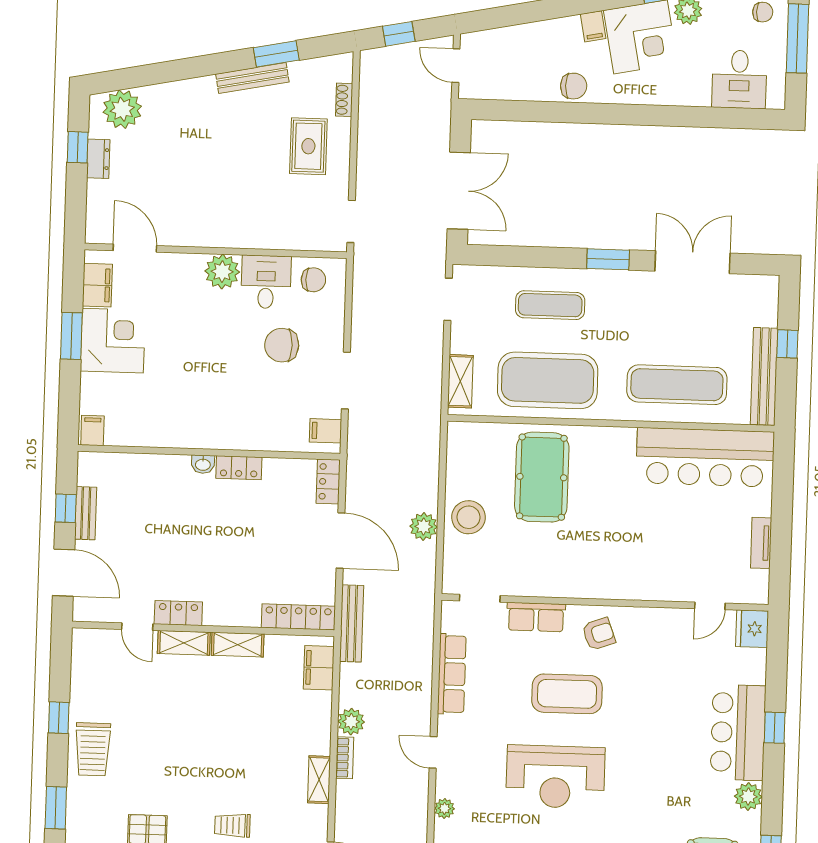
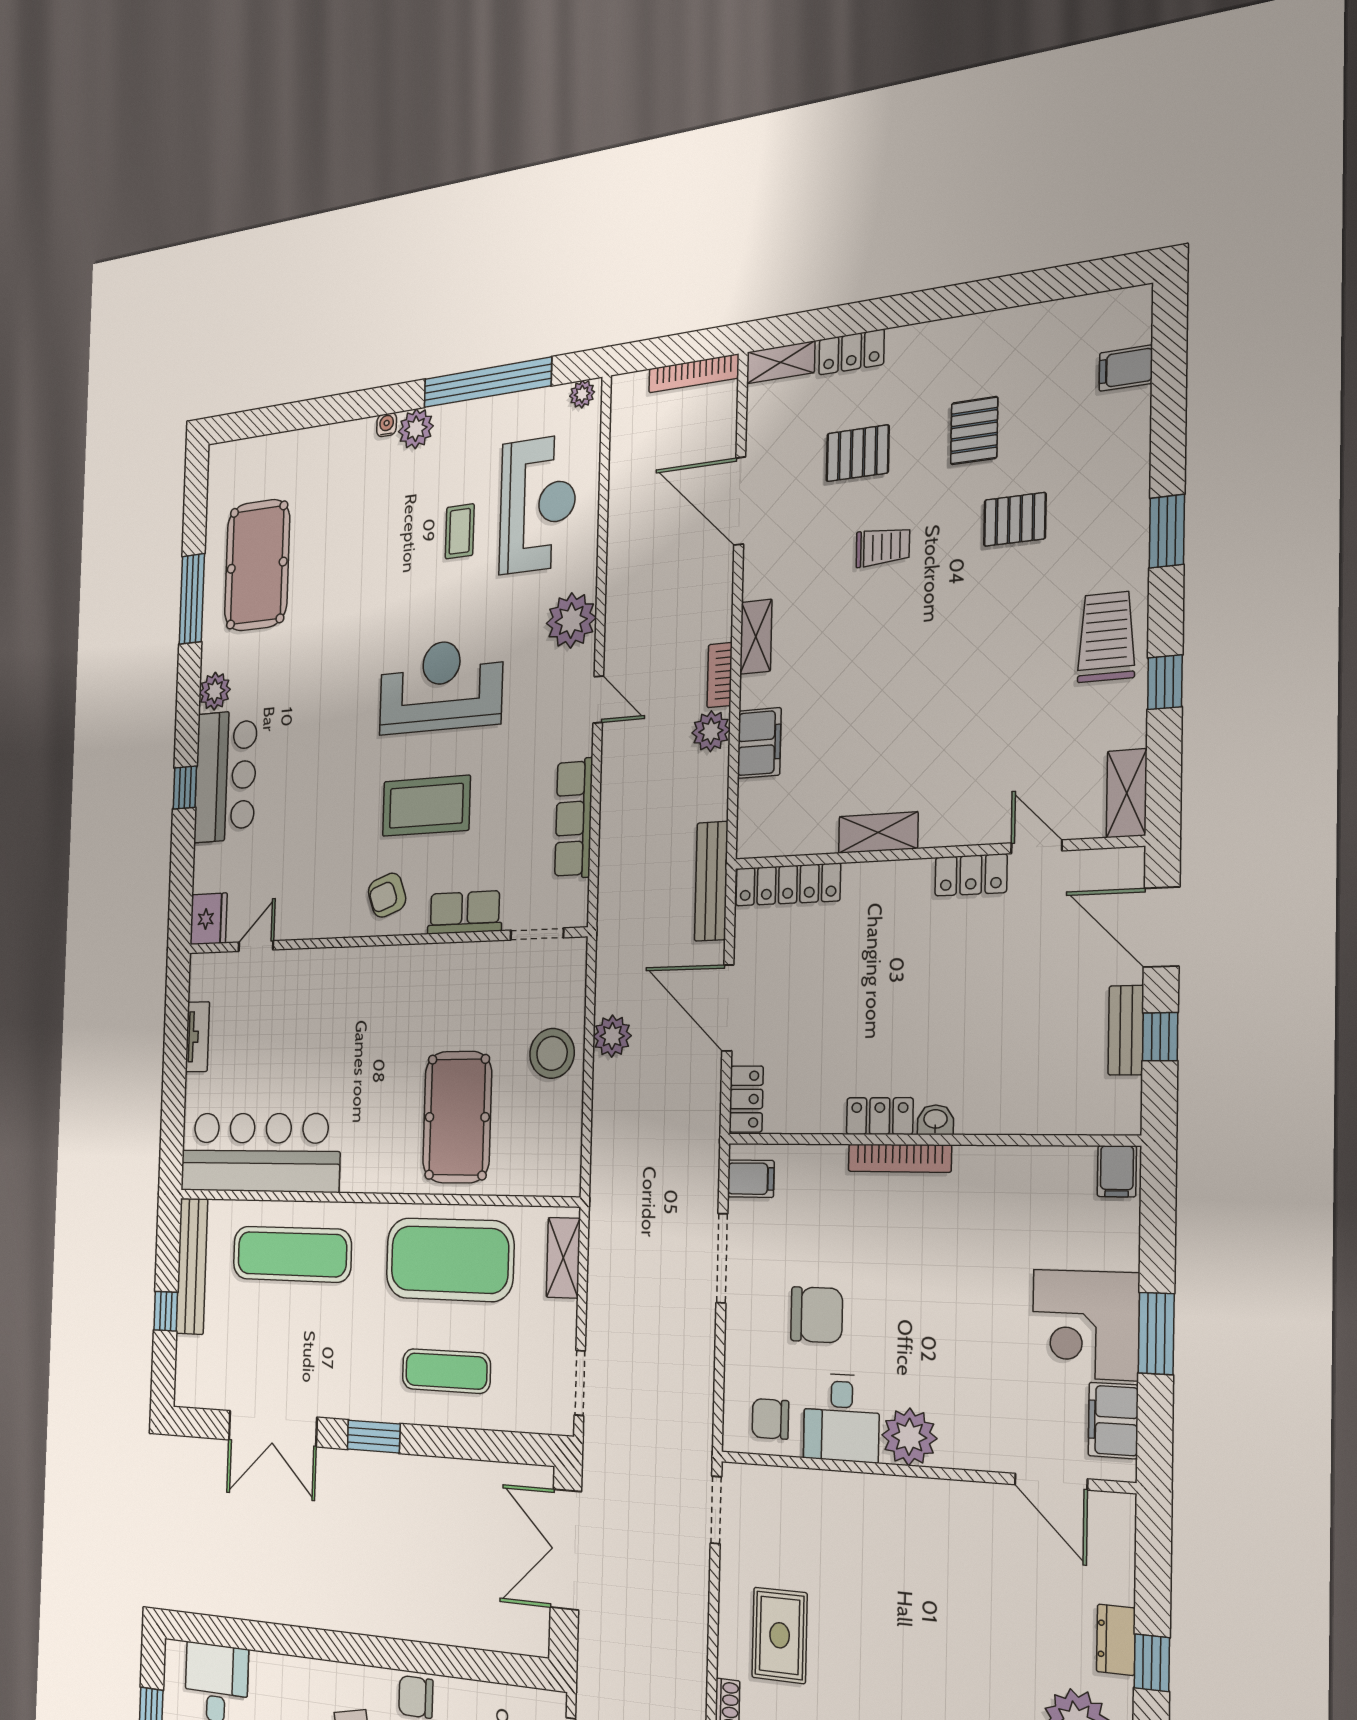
bookcase: (226, 441) -> (900, 1158), added
shelving: (184, 643) -> (1127, 793), moved, turned 90
filing cabinet: (319, 668) -> (759, 743), moved
plant: (444, 808) -> (571, 620), width x1.88, depth x1.88

